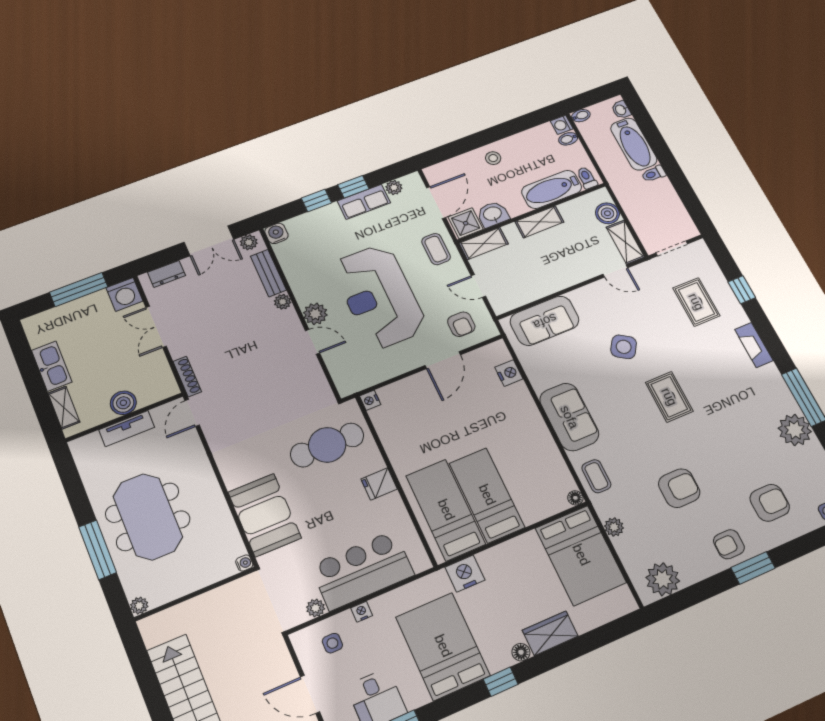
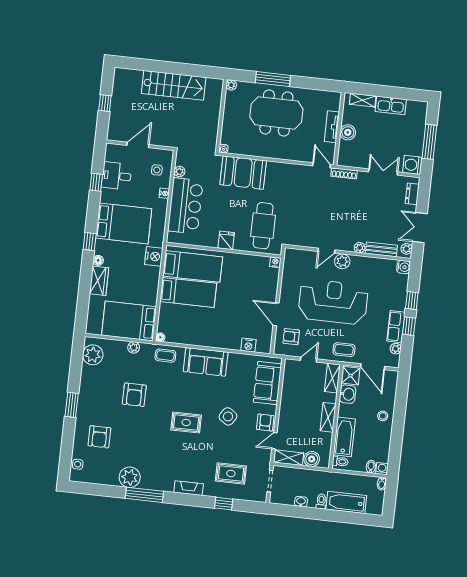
washbasin: (621, 110) -> (301, 502), moved
armchair: (729, 544) -> (265, 422), moved

